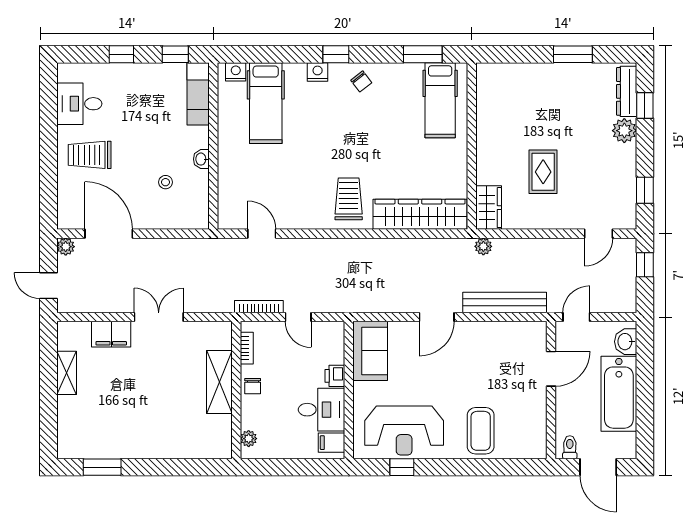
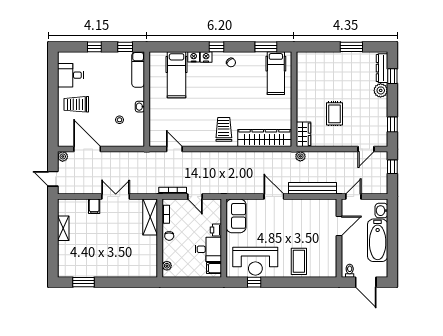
nightstand: (236, 72) -> (194, 57), moved
door: (437, 317) -> (274, 197), swing flipped
filing cabinet: (111, 334) -> (94, 206), width x0.50
shelving: (219, 382) -> (150, 217), moved

